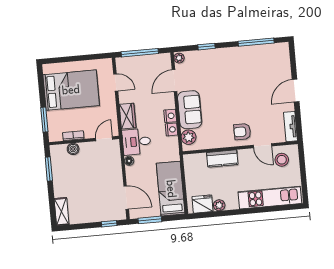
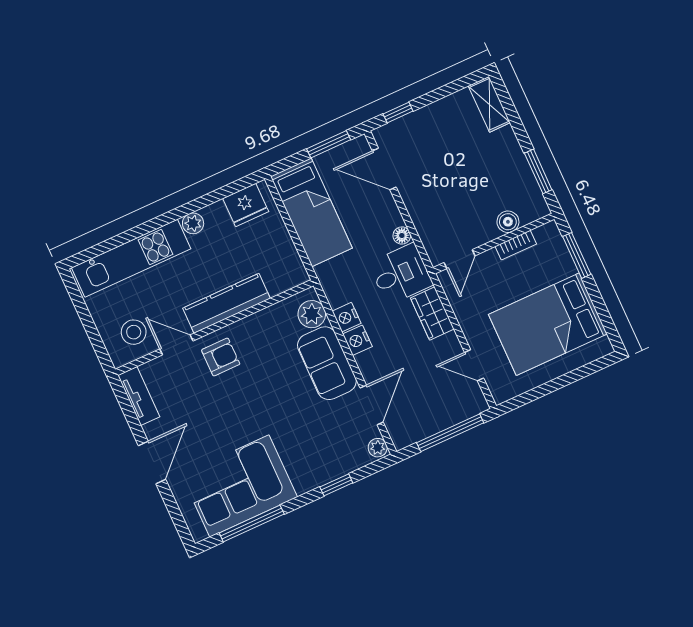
corner sofa: (256, 63) -> (239, 486), added
kitchen counter: (222, 158) -> (227, 303), width x1.50
plant: (219, 205) -> (193, 223), moved

